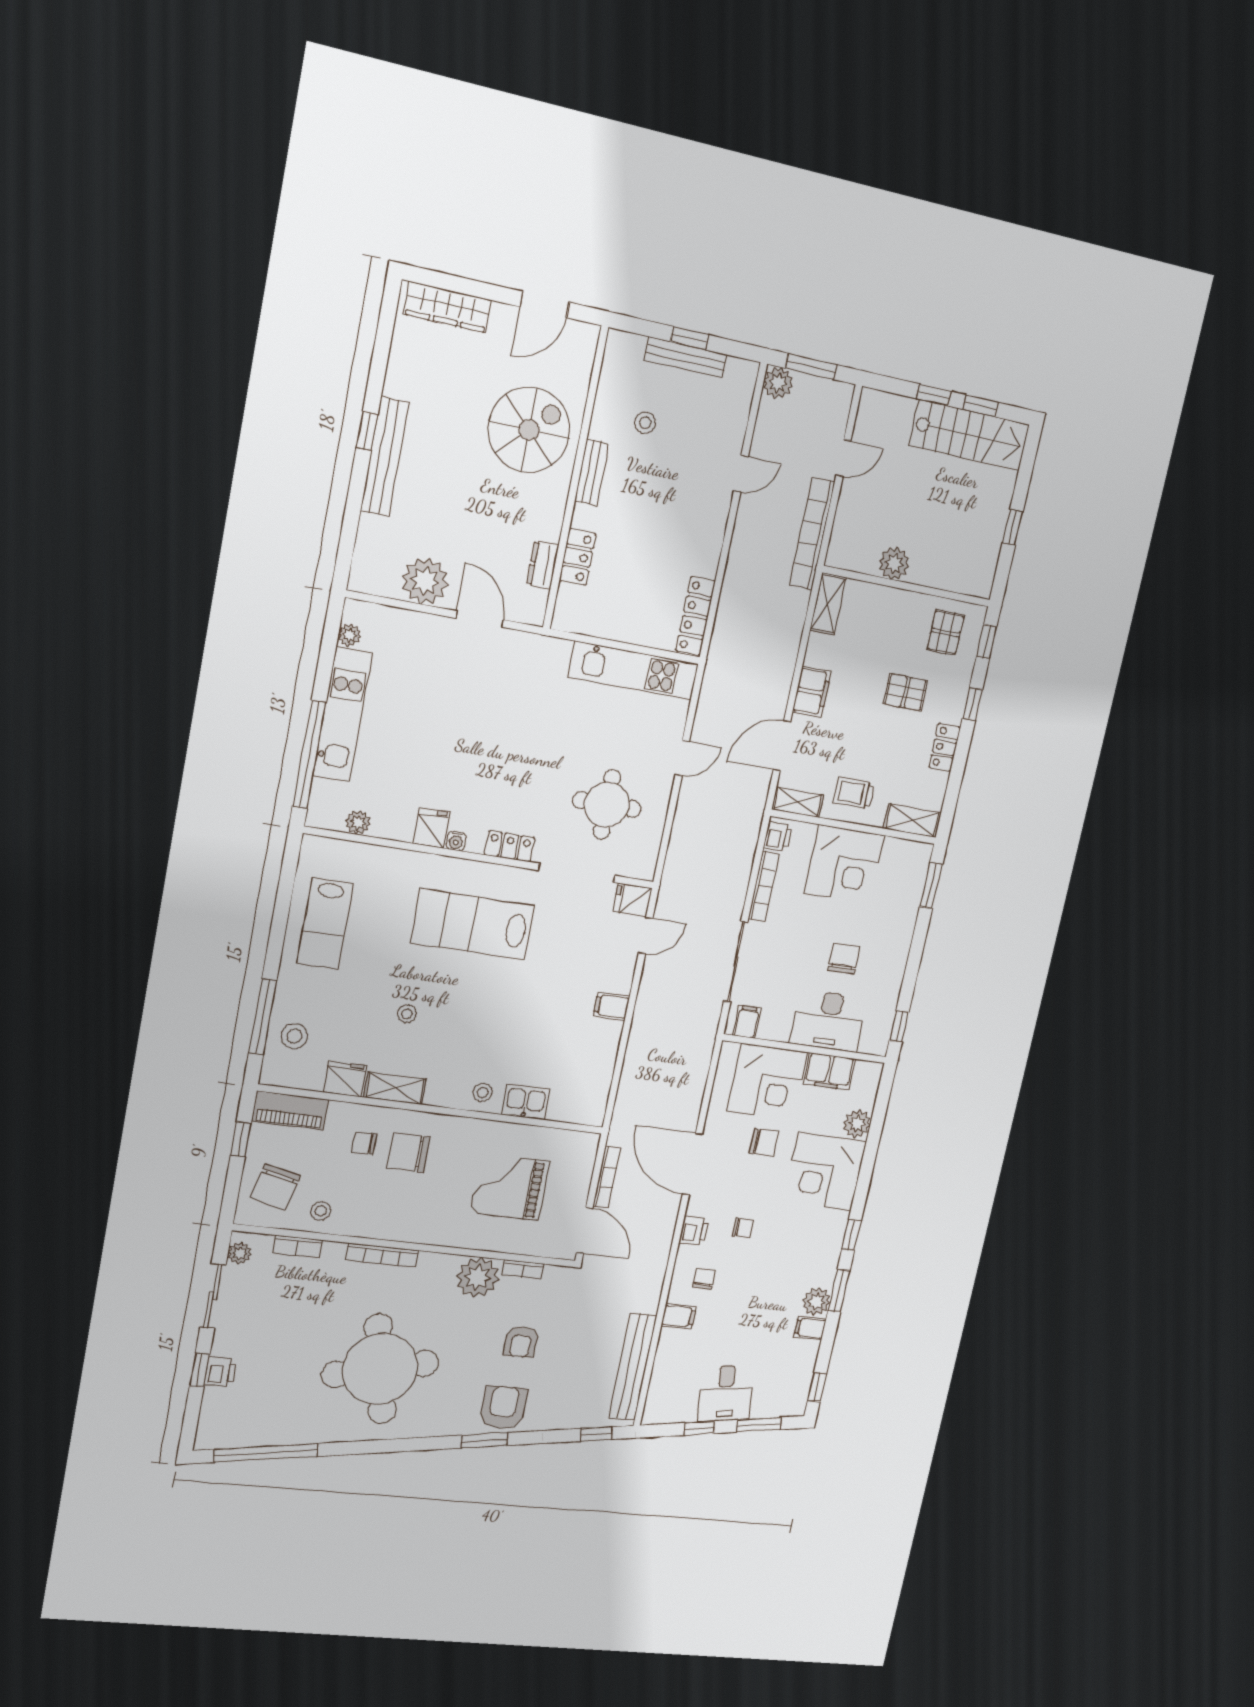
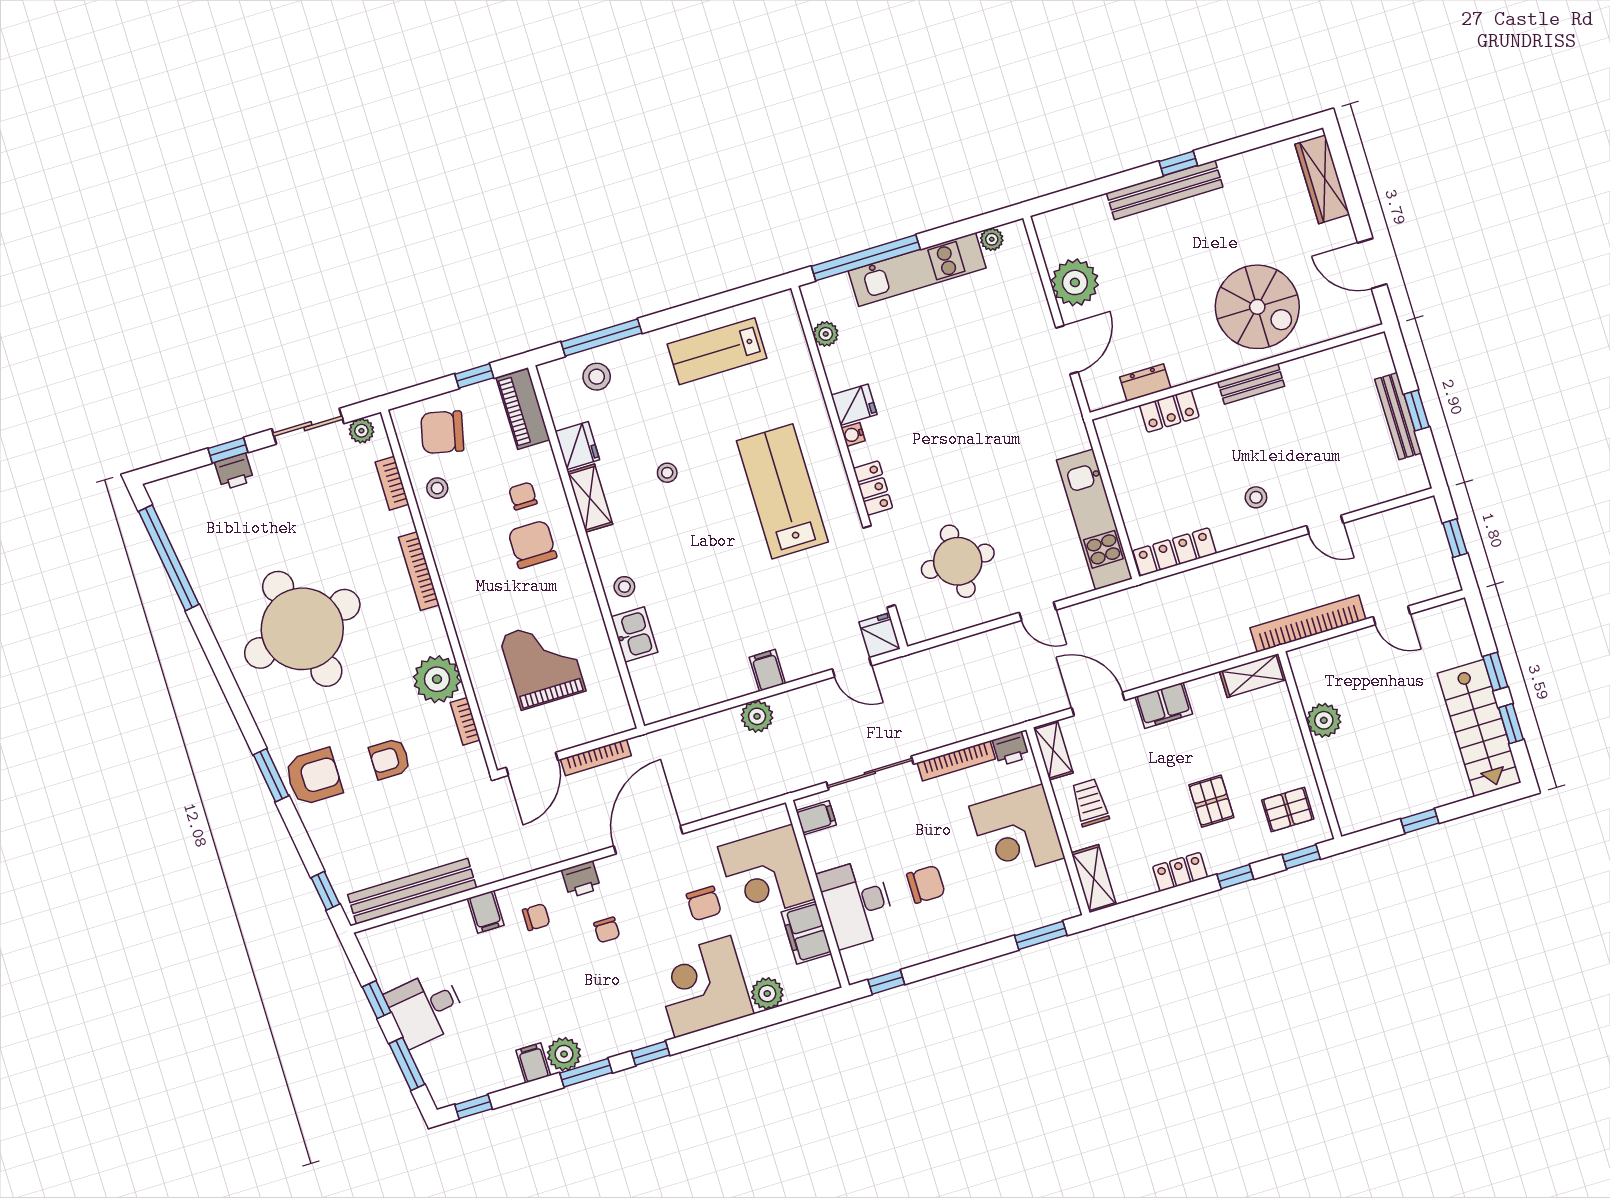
window: (811, 366) -> (1455, 538), width x0.67
plant: (778, 383) -> (757, 716), moved
stool: (645, 423) -> (1256, 497), moved

